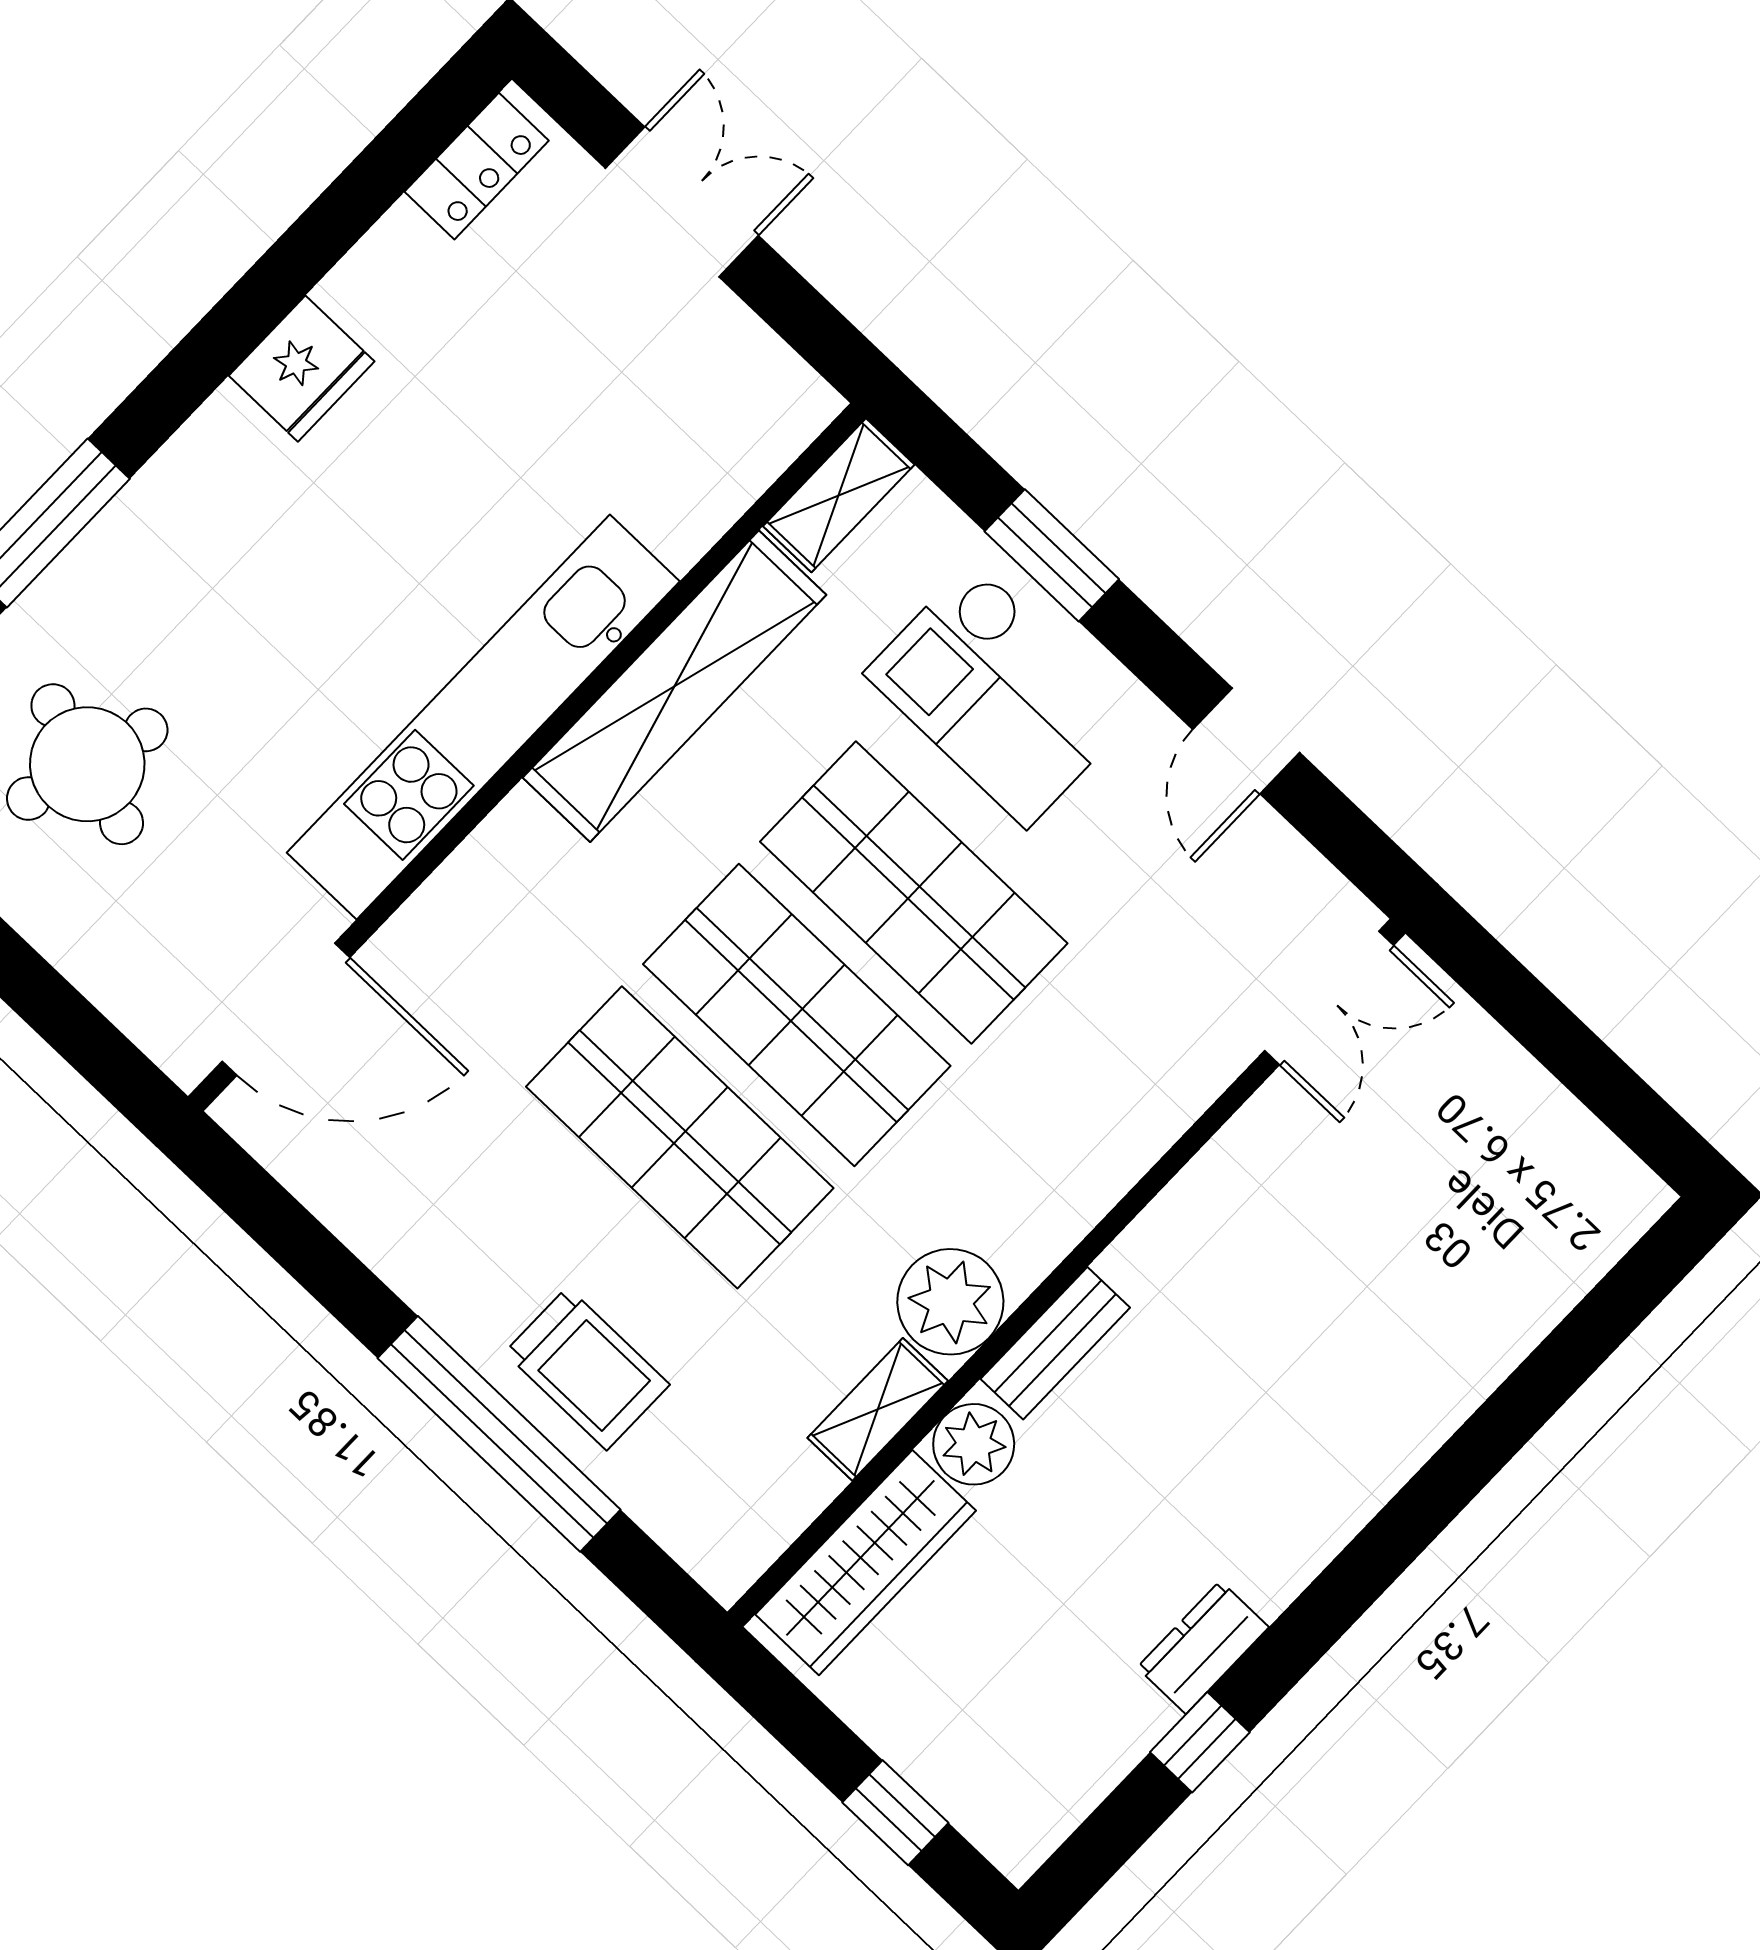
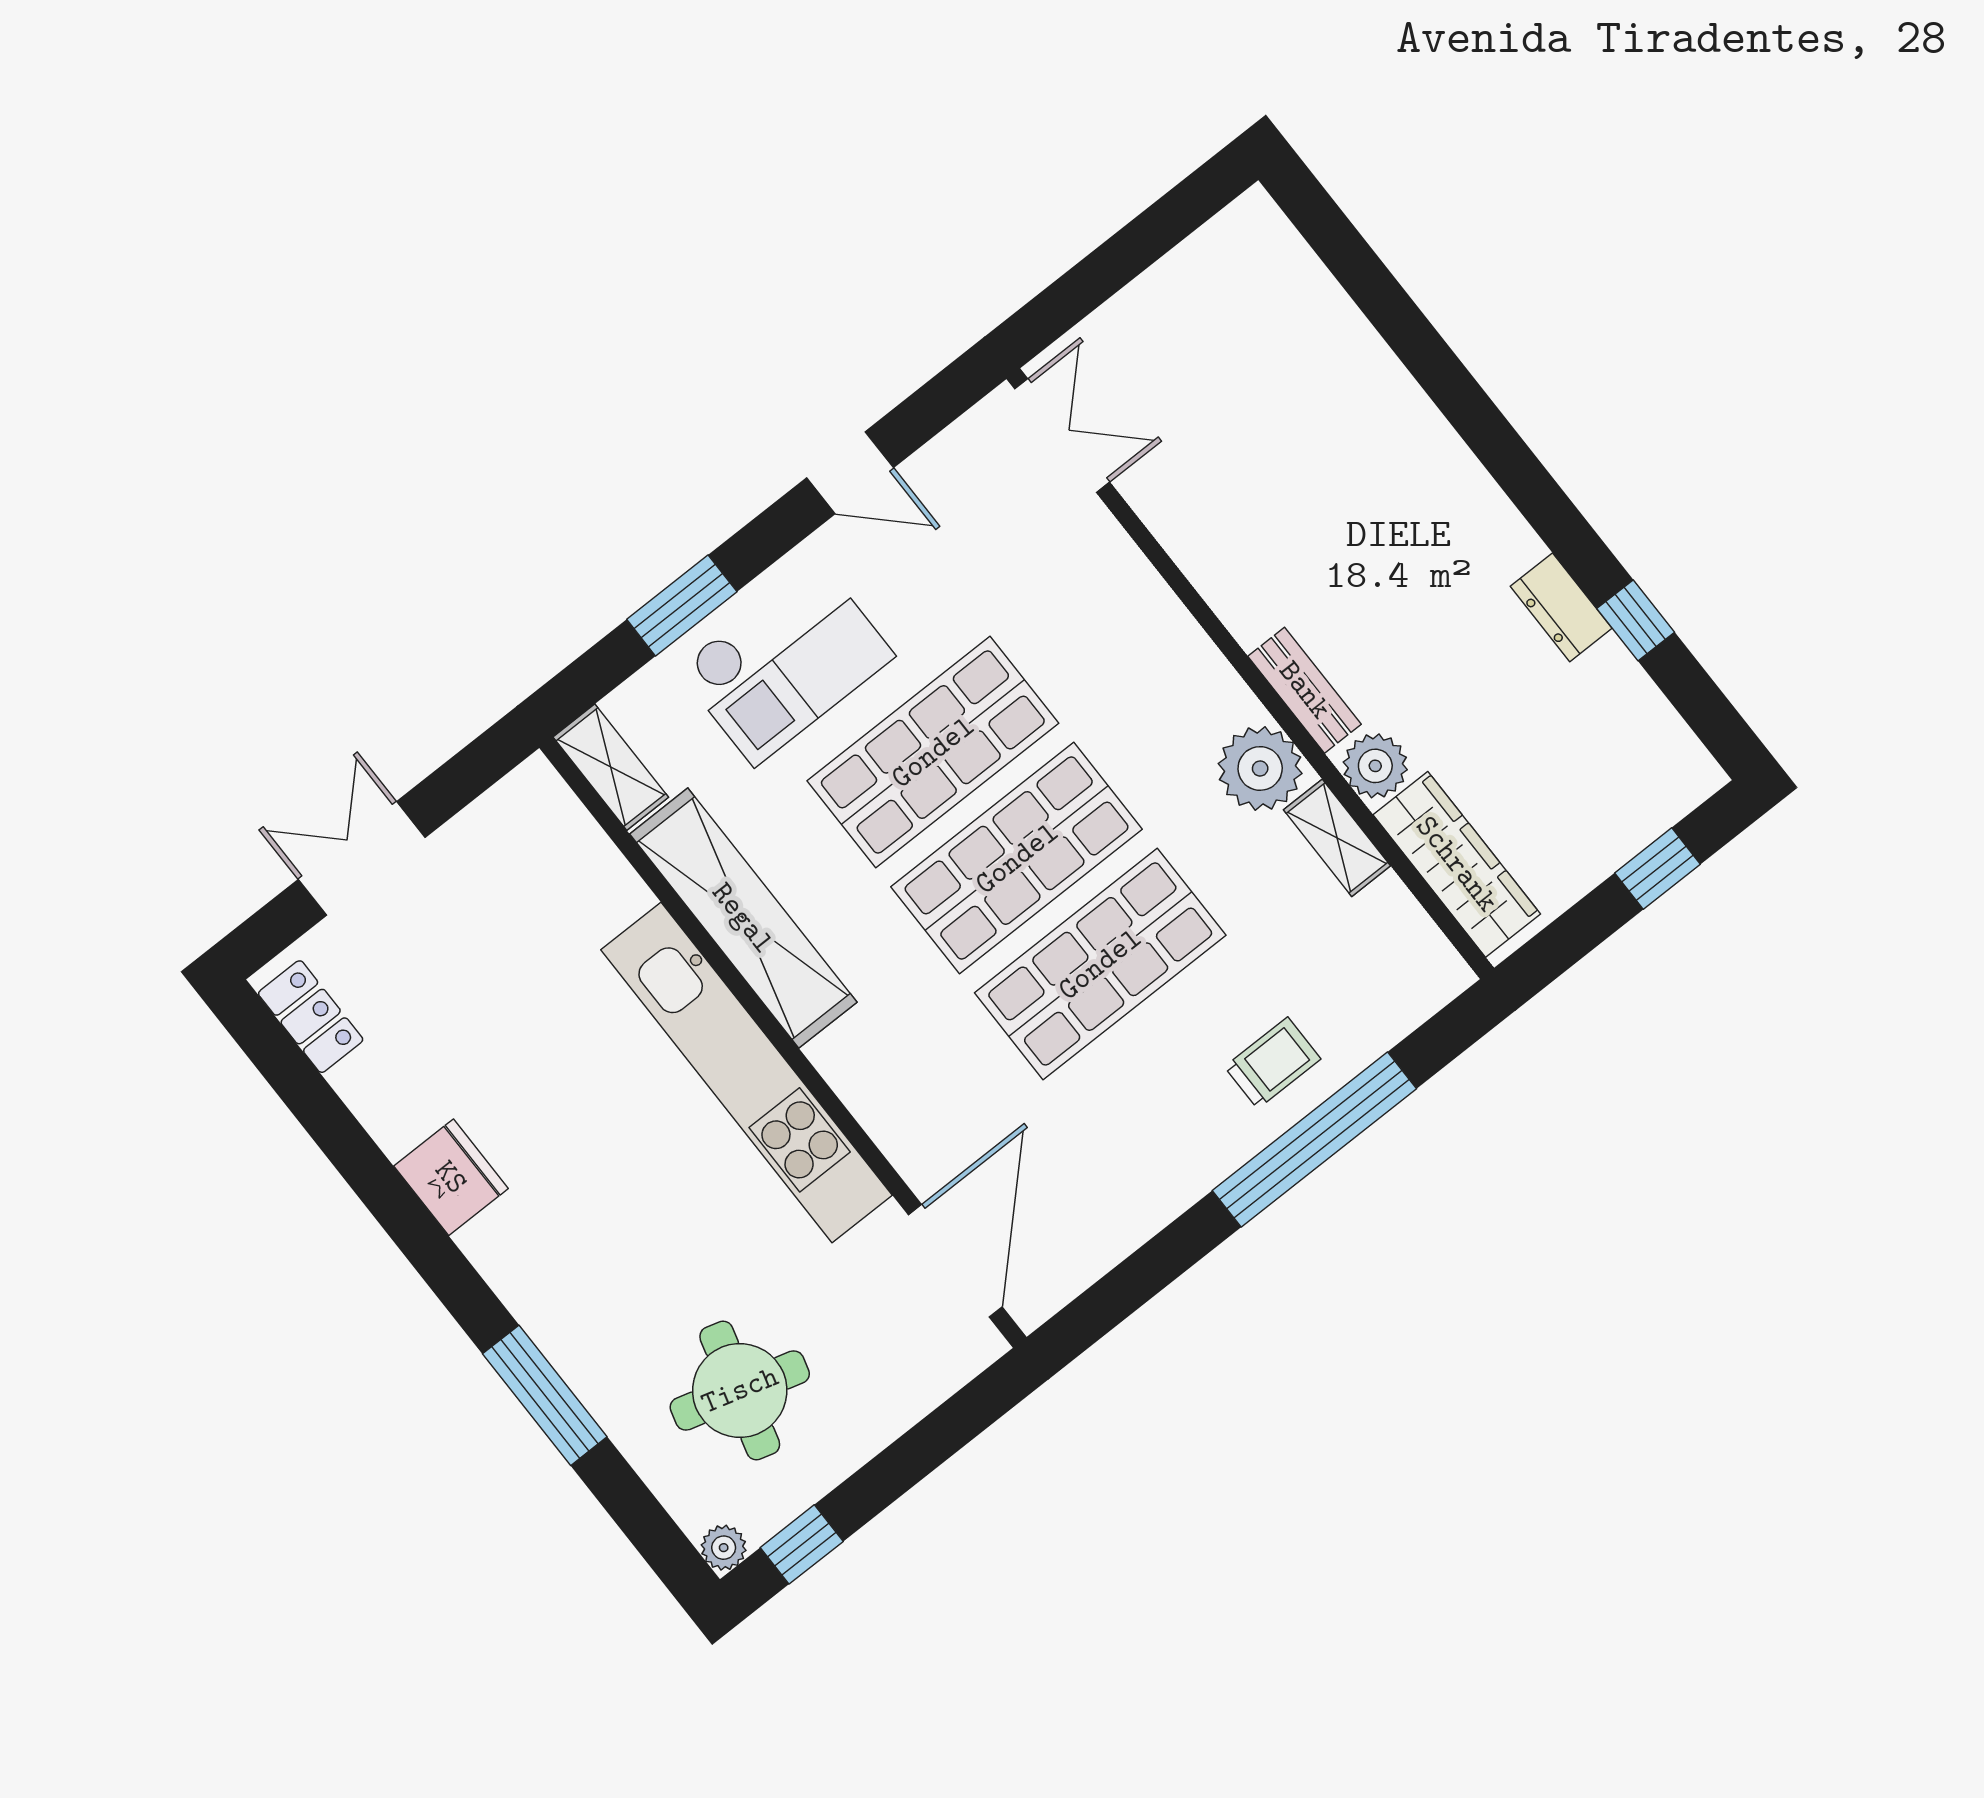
trolley: (587, 1369) -> (1273, 1063), width x0.73, depth x0.72

